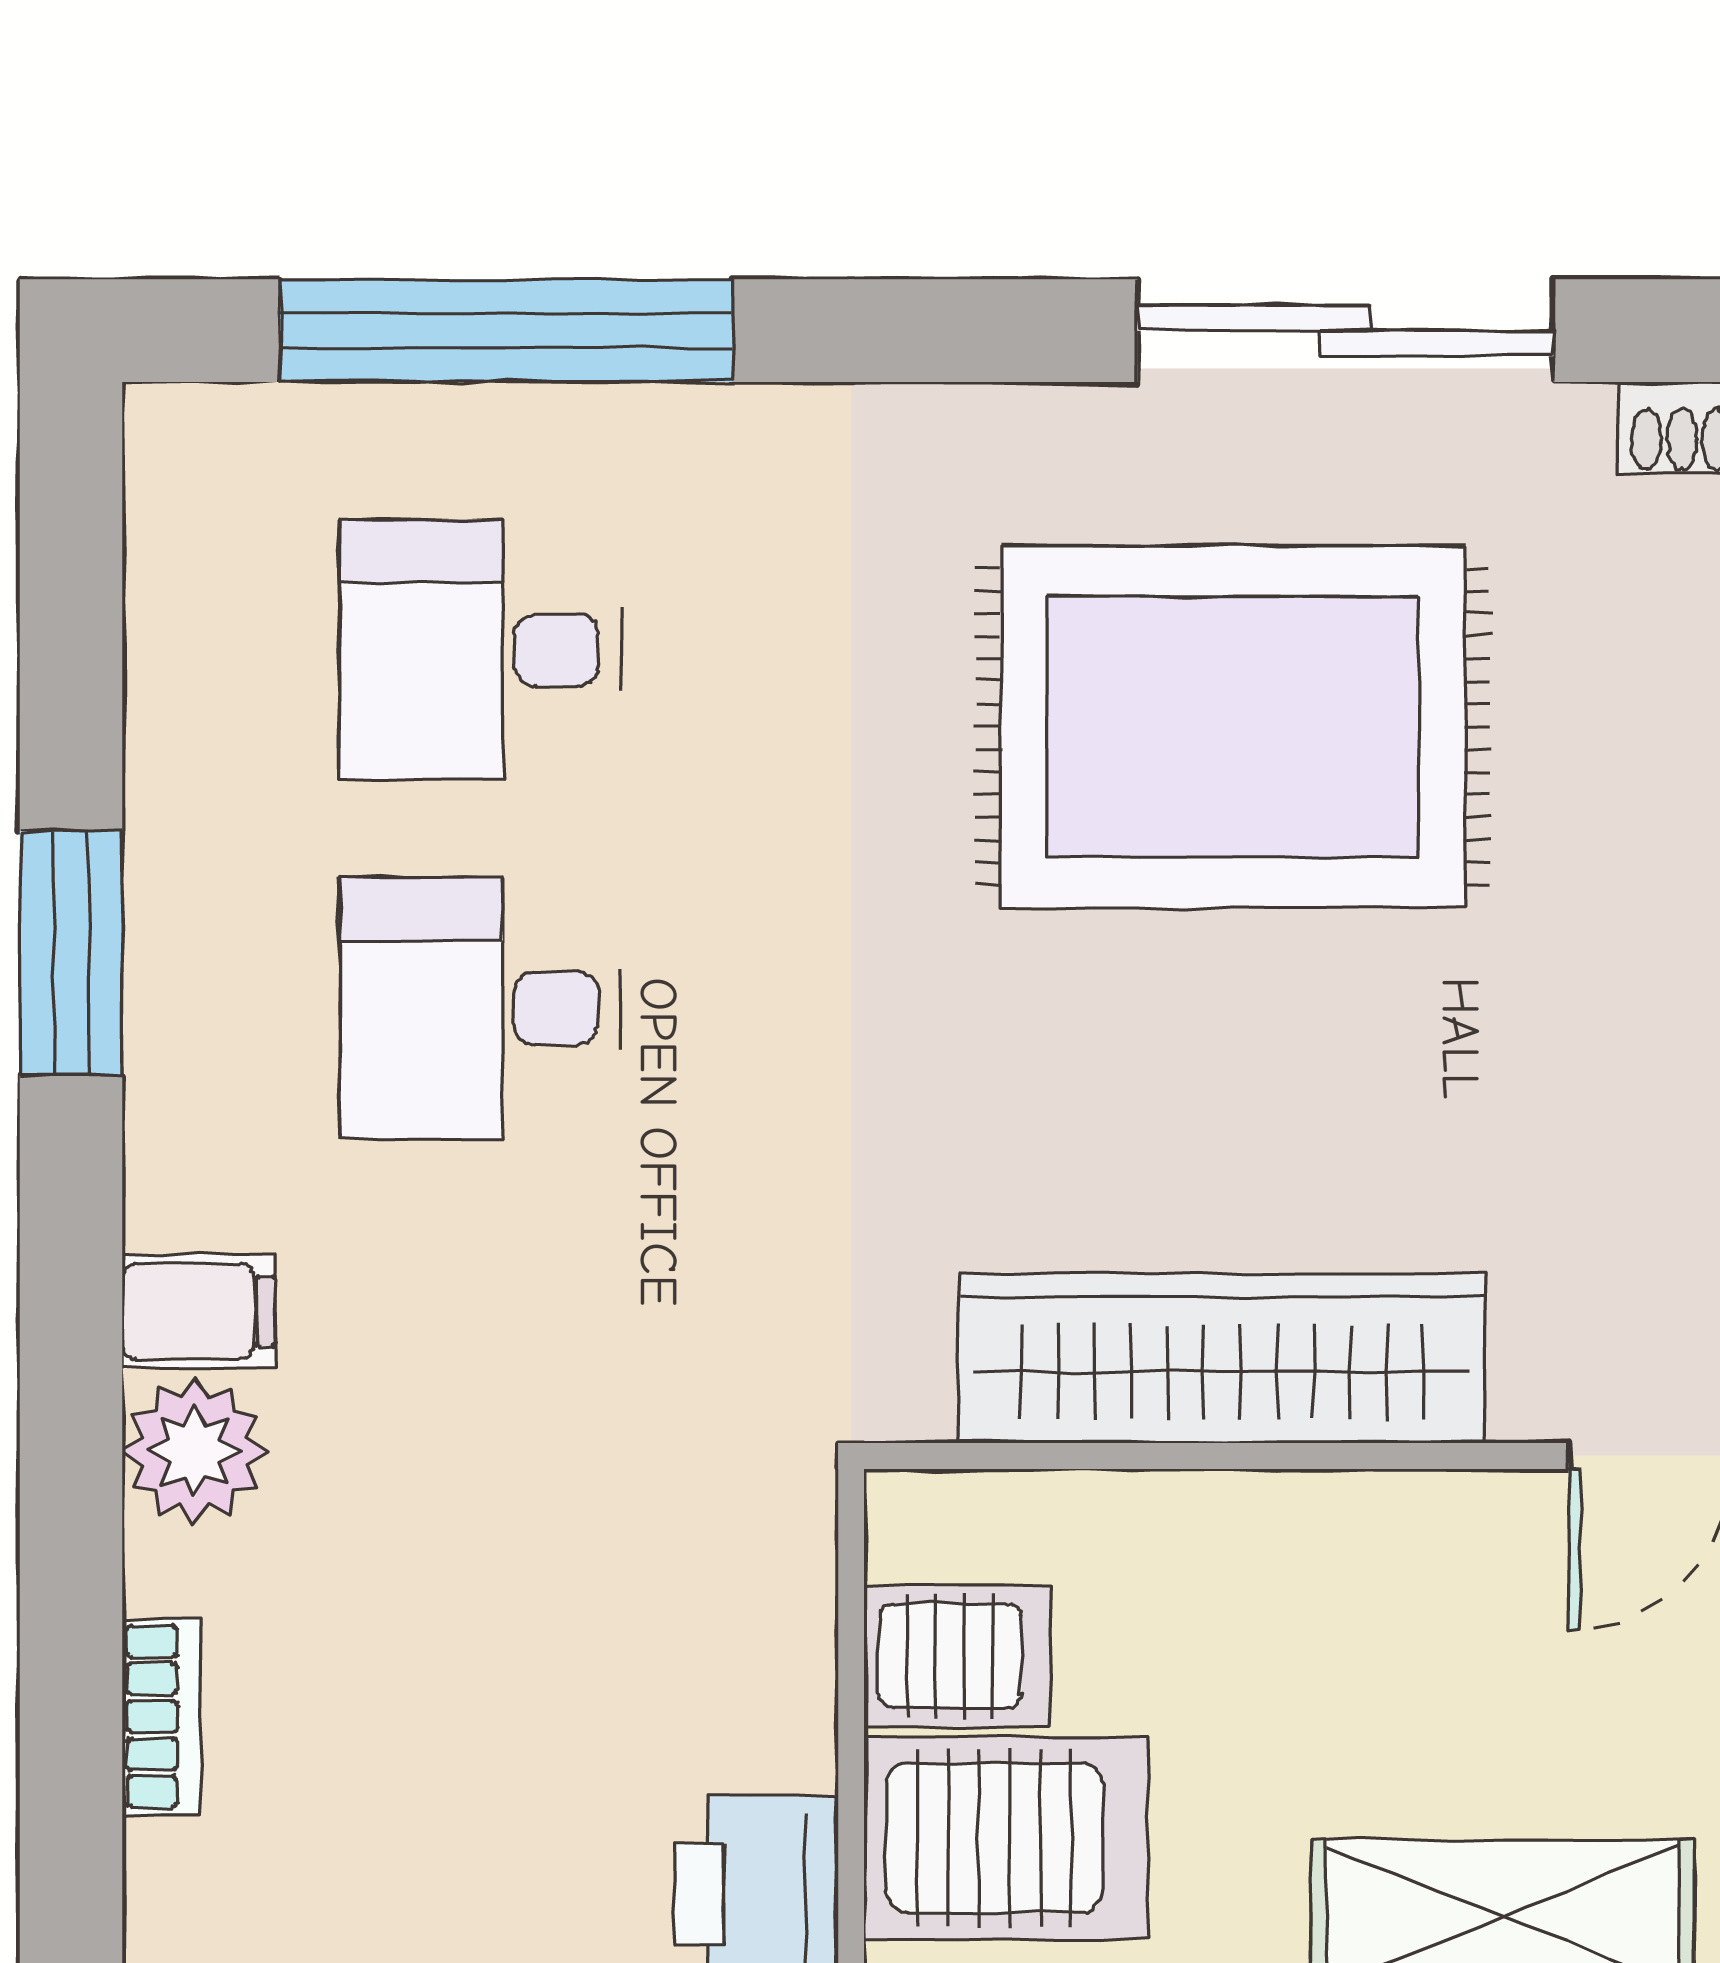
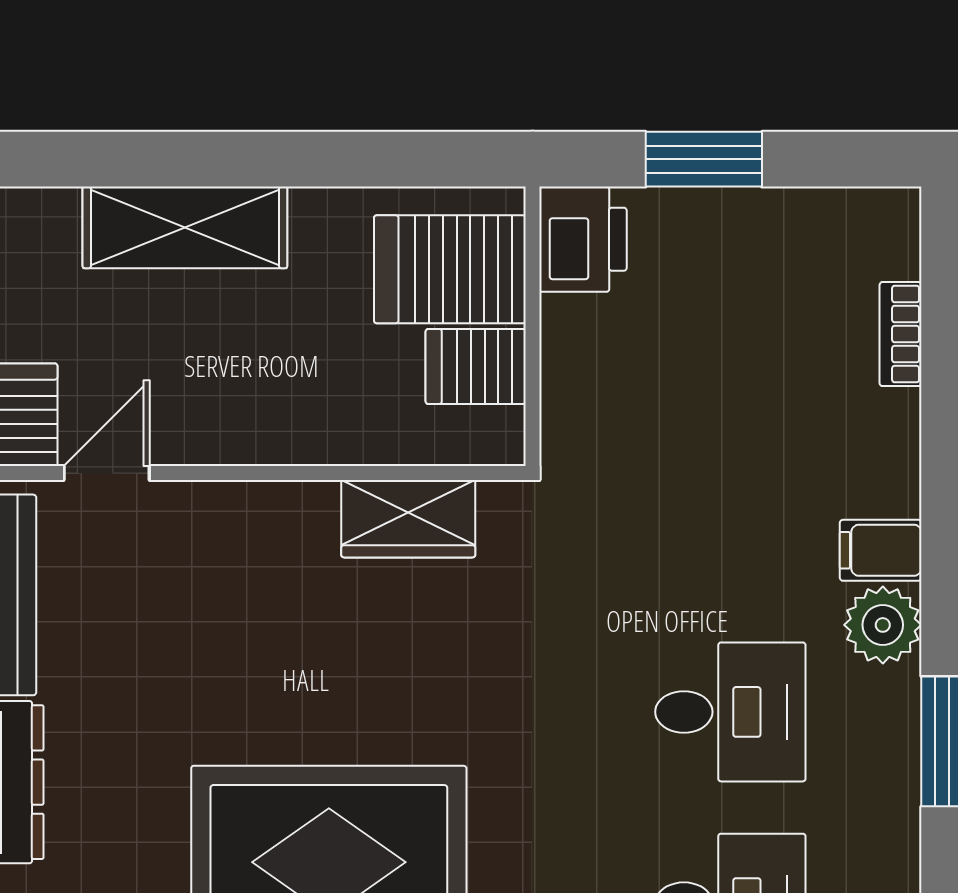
wardrobe: (1222, 1358) -> (408, 519), width x0.48, depth x0.85
plant: (195, 1451) -> (883, 625), moved

